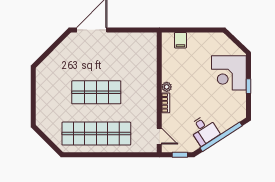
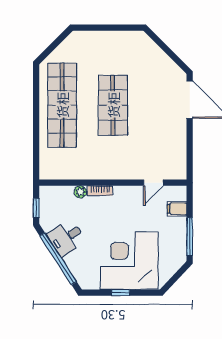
window: (203, 30) -> (190, 237), added
corner desk: (229, 73) -> (129, 261), width x1.36, depth x1.36
plant: (167, 87) -> (80, 192), moved
door: (159, 136) -> (153, 183), moved

